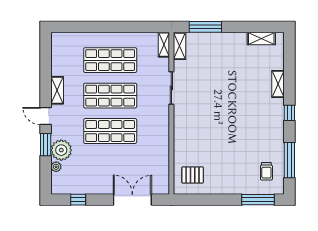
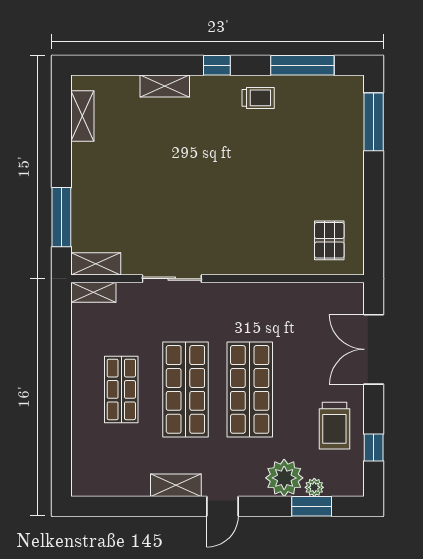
shop shelf: (110, 60) -> (121, 389), width x0.70, depth x0.74
window: (46, 145) -> (312, 506), moved
trolley: (266, 171) -> (258, 98), moved
trolley: (90, 178) -> (334, 426), added

